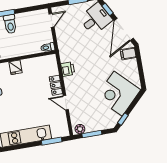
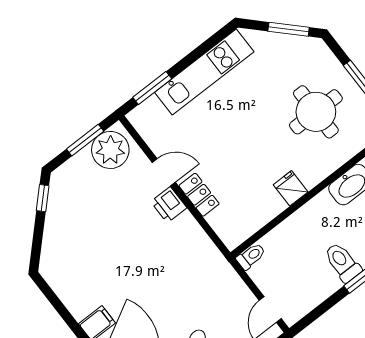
printer: (68, 69) -> (169, 205), moved
corner desk: (118, 94) -> (76, 240), removed
plant: (80, 129) -> (110, 150), width x1.87, depth x1.87

